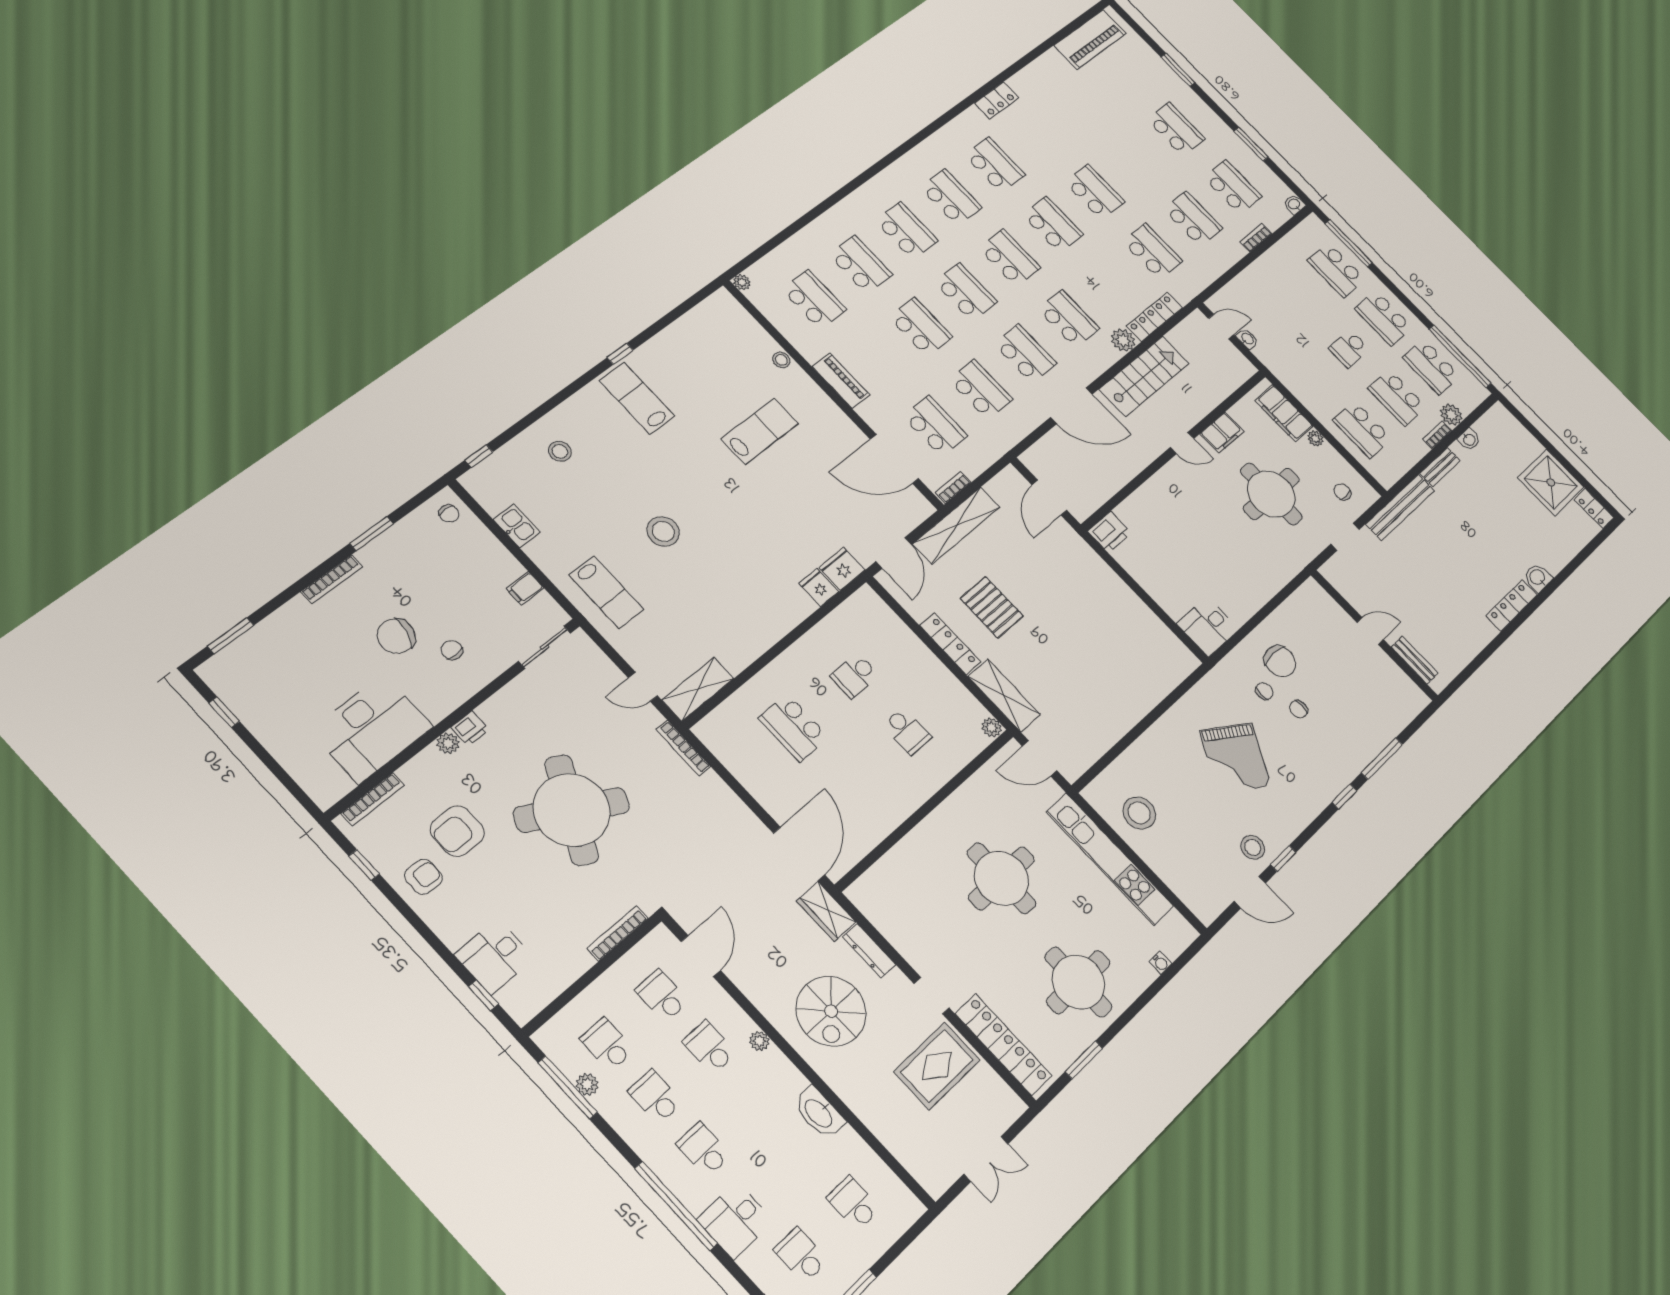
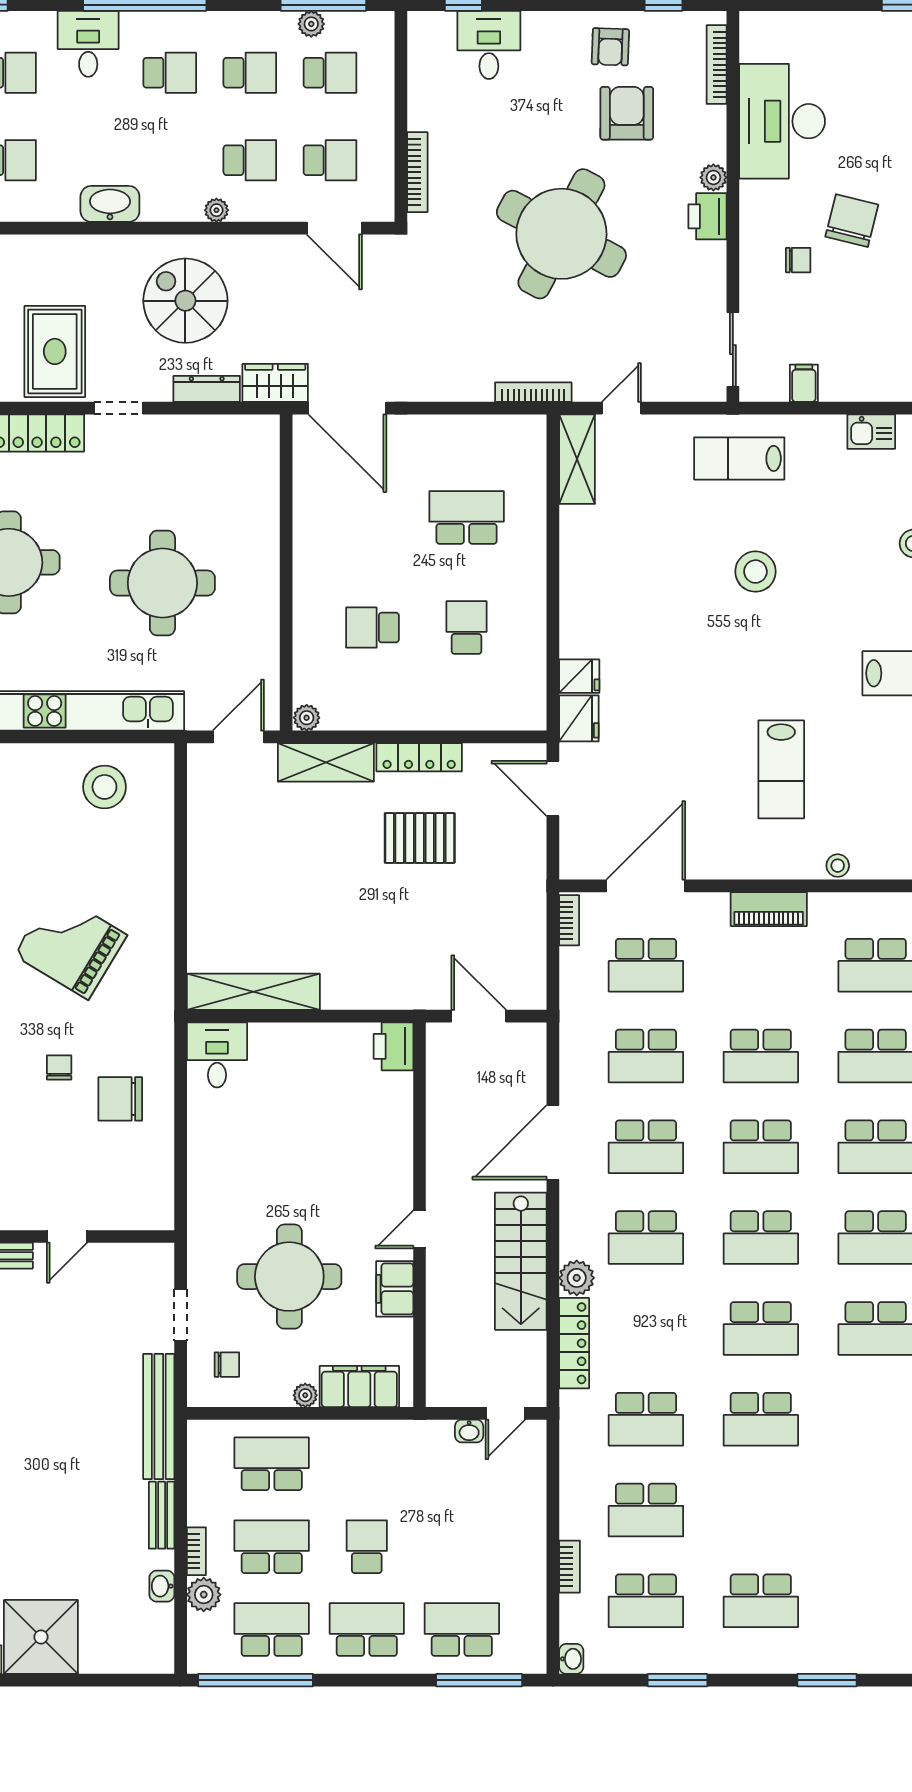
shelving: (956, 525) -> (253, 992), moved, turned 90
chair: (1264, 691) -> (106, 1049), removed
printer: (470, 728) -> (708, 216), width x1.36, depth x1.24

